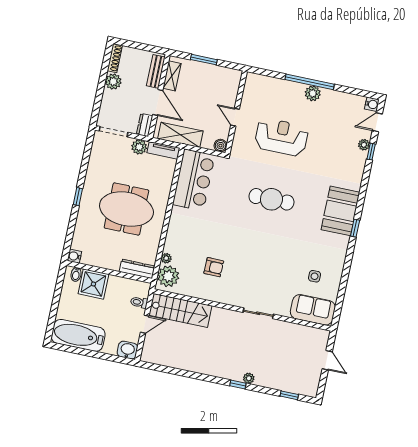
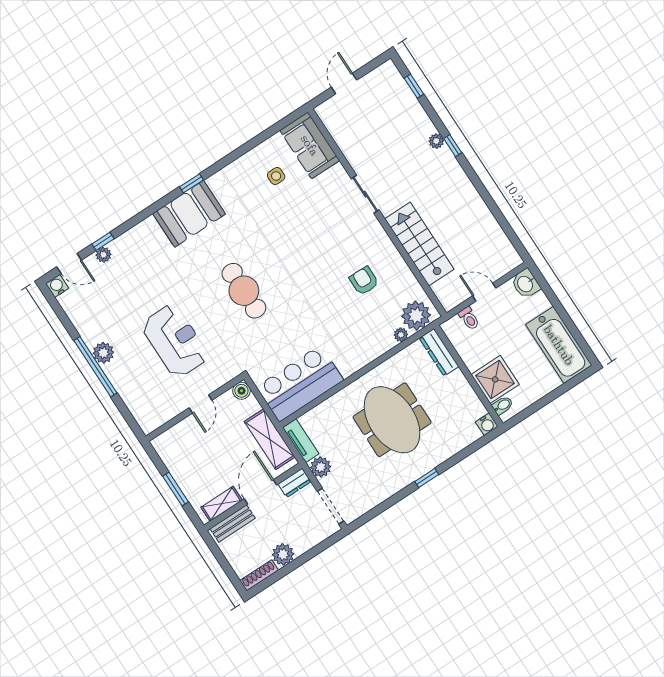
reception desk: (281, 137) -> (175, 341), turned 180
stairs: (180, 310) -> (419, 244), moved

